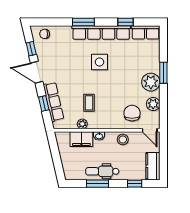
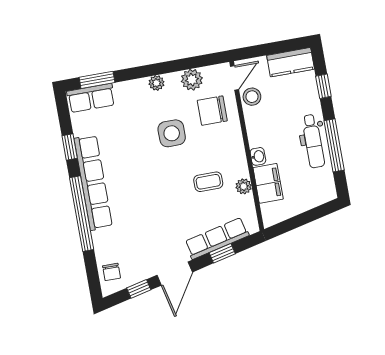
window: (83, 22) -> (82, 214), width x2.11
row of seats: (146, 32) -> (91, 98), moved, turned 90
side table: (99, 62) -> (172, 133), moved
window: (163, 73) -> (97, 80), moved
plant: (151, 82) -> (156, 83), width x0.53, depth x0.53
stool: (123, 140) -> (252, 97), moved
window: (97, 184) -> (334, 145), width x1.44

